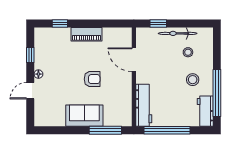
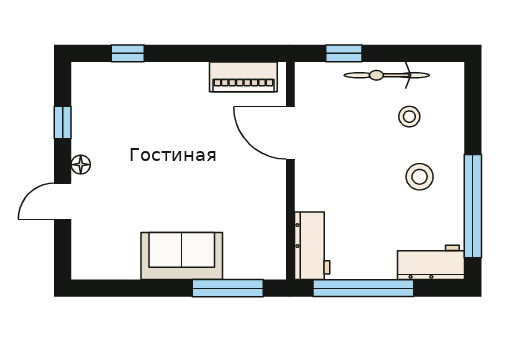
piano: (87, 34) -> (243, 77), moved
armchair: (92, 79) -> (199, 176), removed
workbench: (144, 105) -> (312, 246), width x0.73
workbench: (205, 111) -> (431, 262), moved, turned 90

